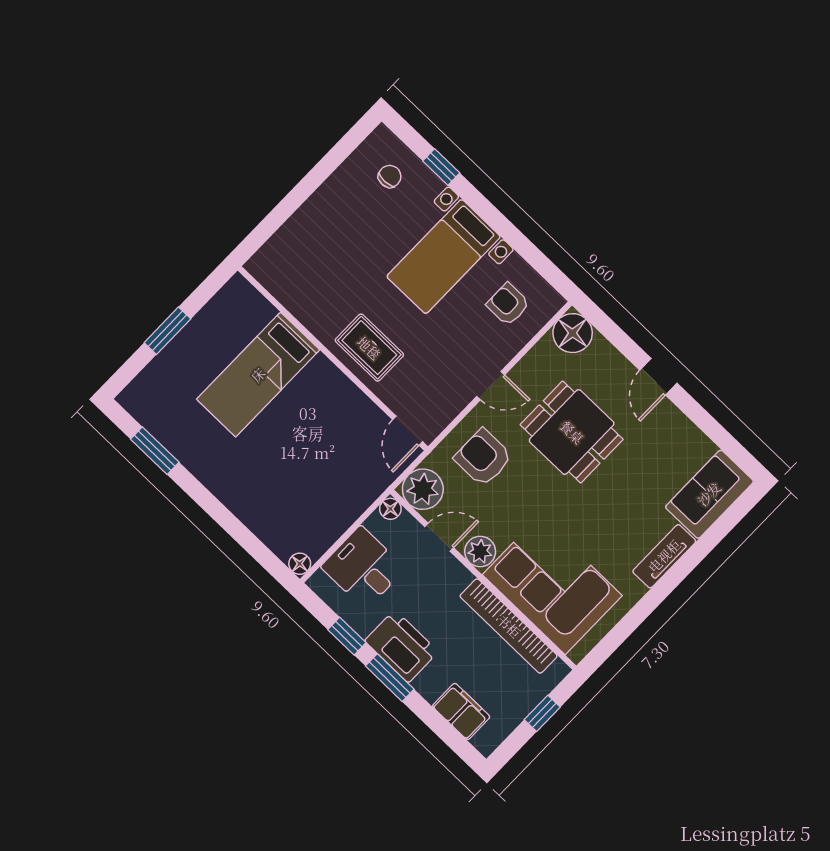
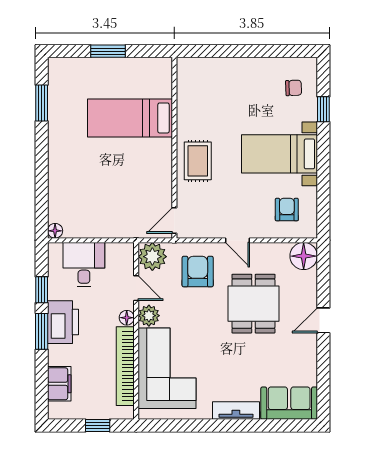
floor lamp: (390, 509) -> (127, 318), moved

